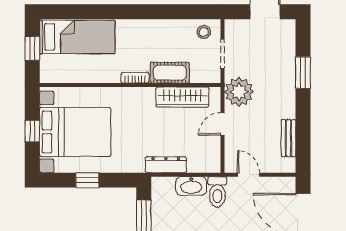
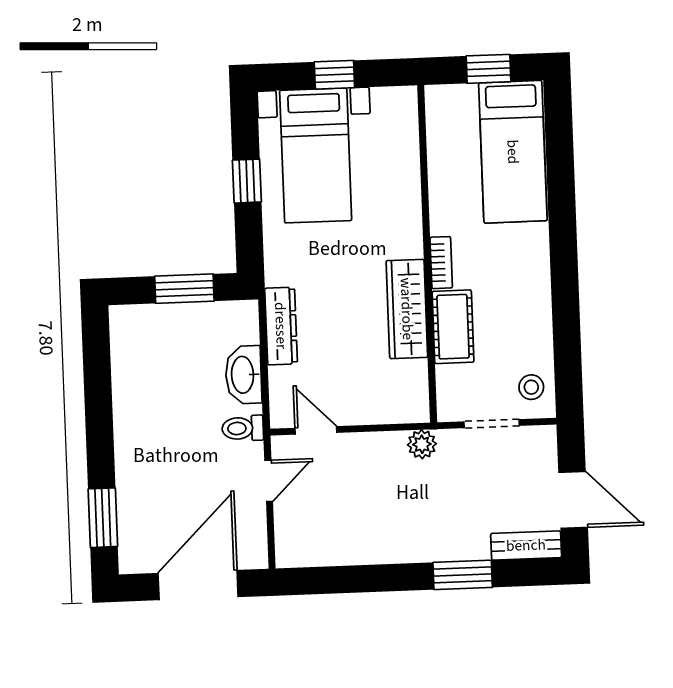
plant: (239, 92) -> (422, 444), width x0.53, depth x0.53
wardrobe: (182, 97) -> (407, 309), moved
door: (222, 124) -> (316, 430), moved
bed with nightstands: (75, 132) -> (316, 155), width x0.73
bench: (289, 138) -> (526, 545), moved
toilet: (217, 192) -> (243, 428), width x0.73, depth x0.72

